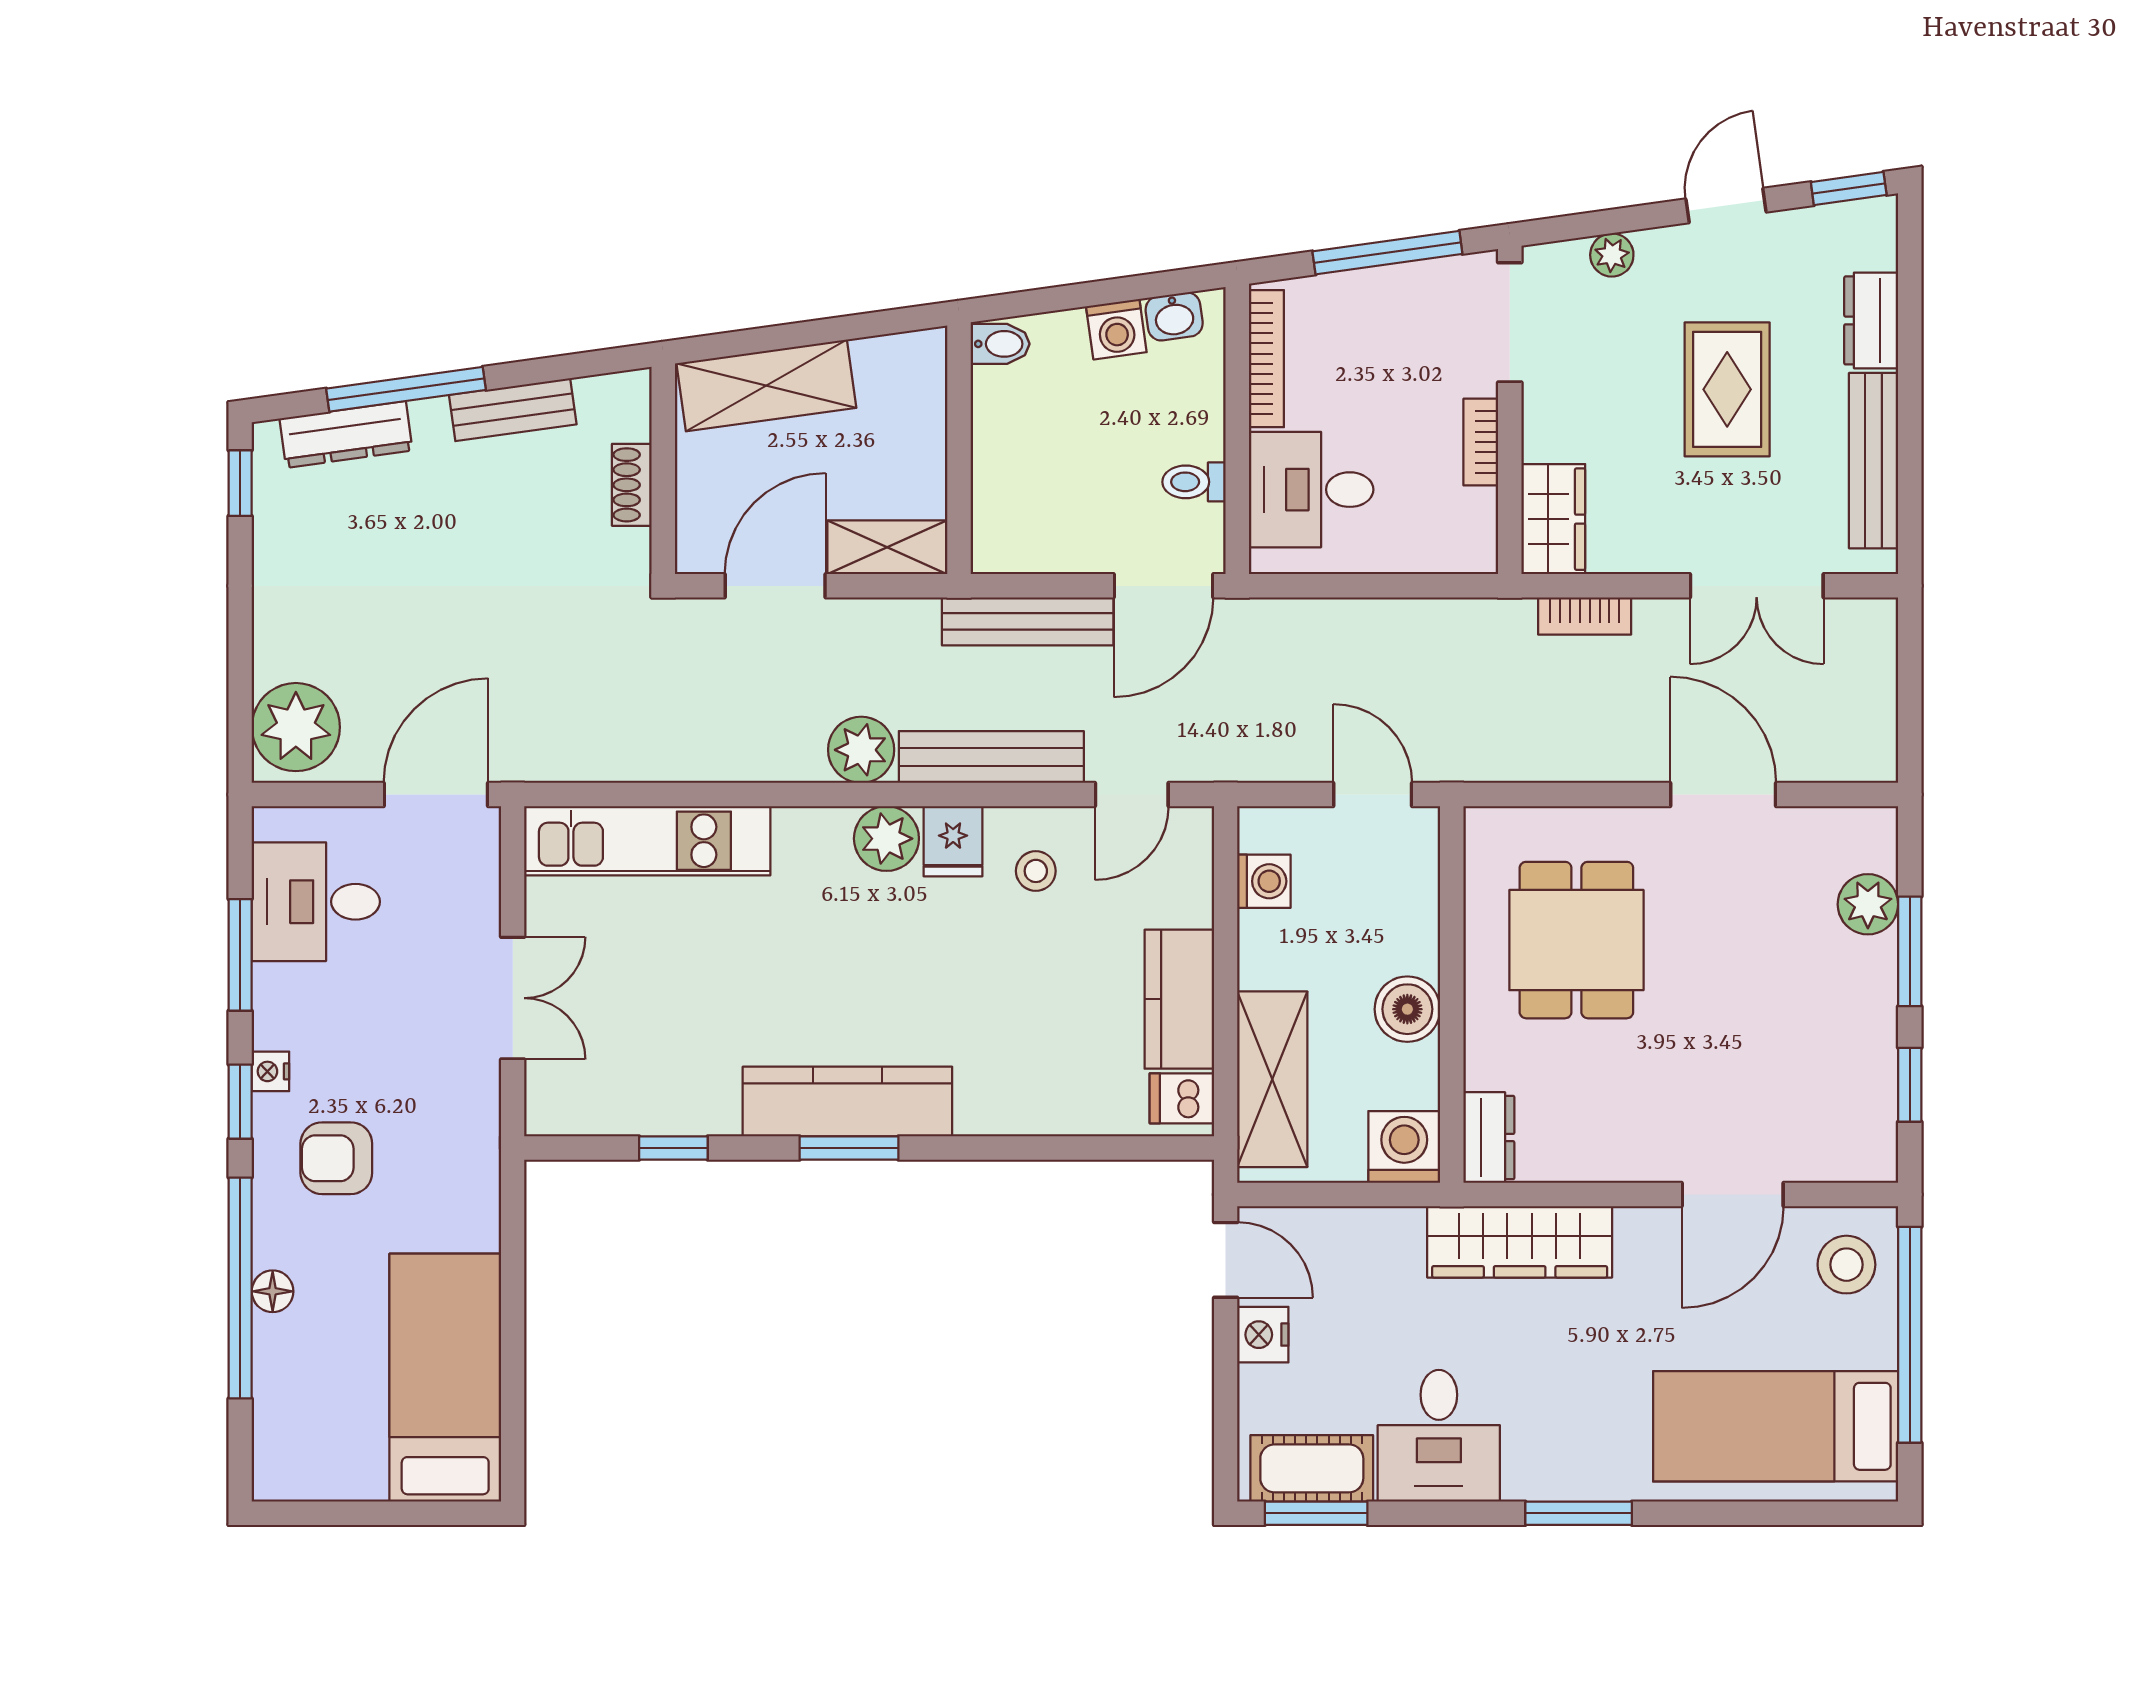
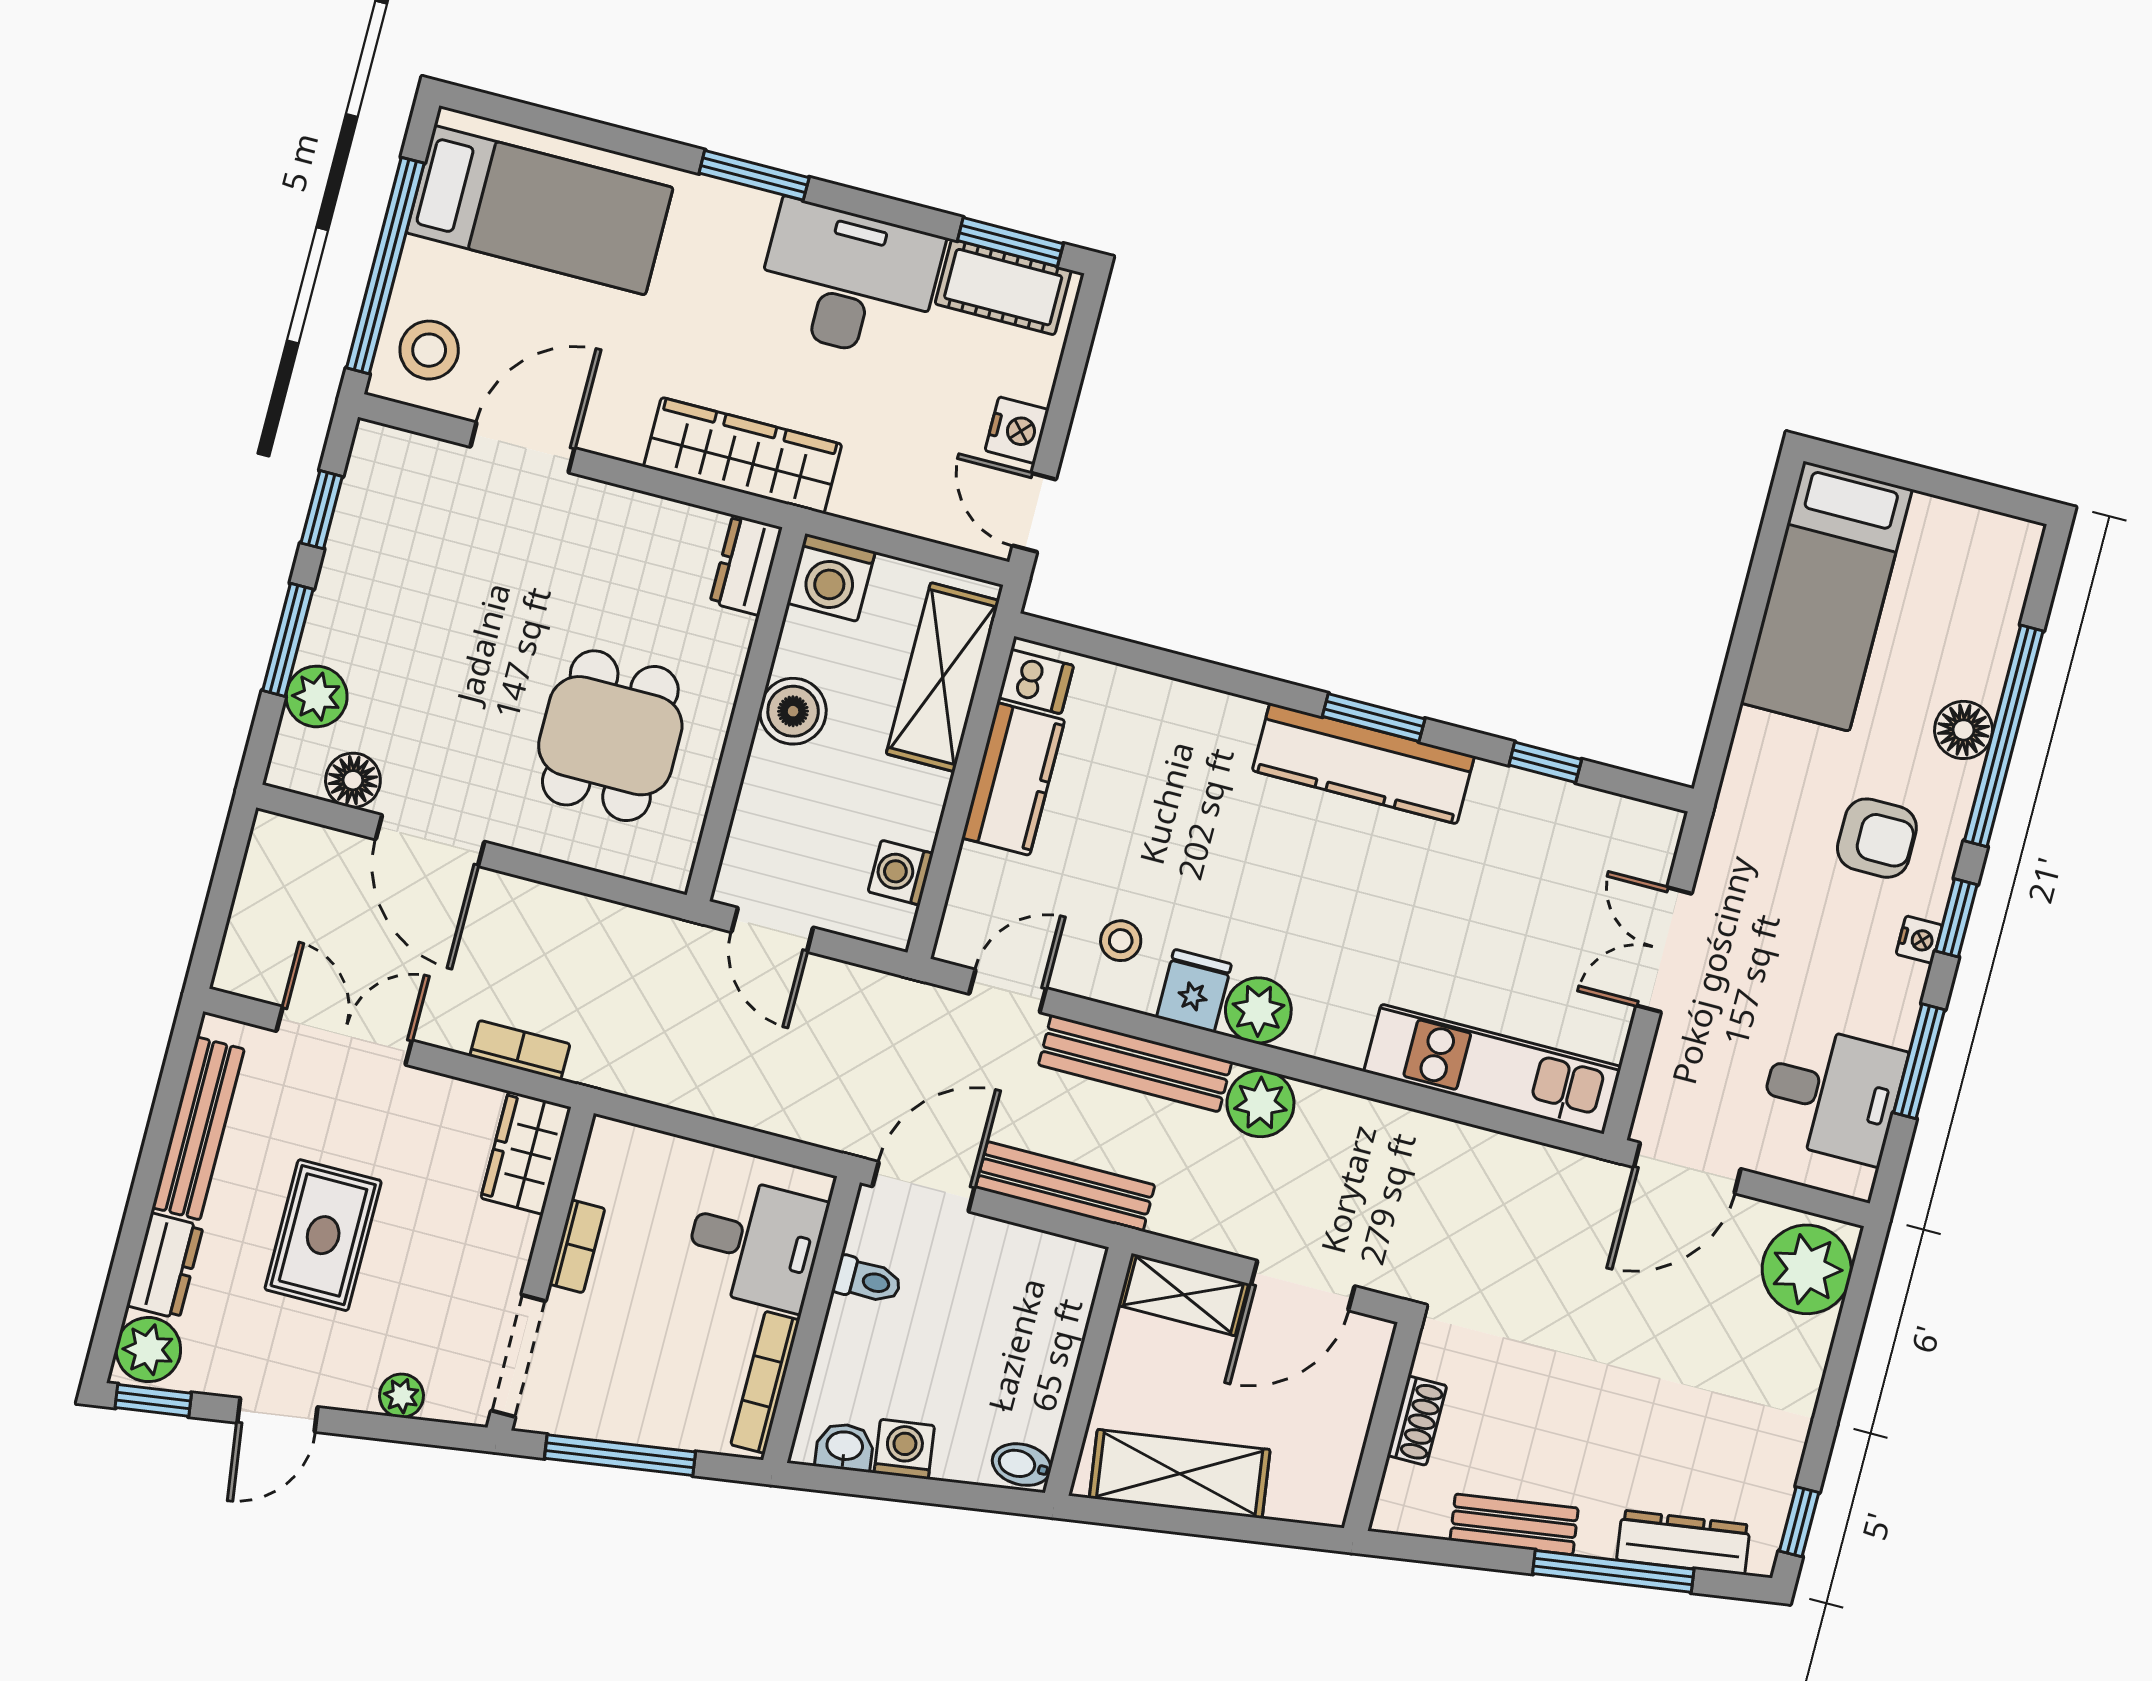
plant: (1866, 236) -> (148, 1350), added
shelving: (766, 386) -> (1180, 1474), moved
floor lamp: (1812, 833) -> (353, 780), added
floor lamp: (273, 1291) -> (1963, 730), width x1.37, depth x1.37
desk: (1439, 1436) -> (849, 281), width x1.37

